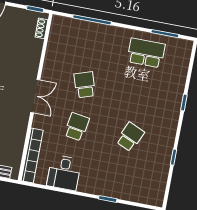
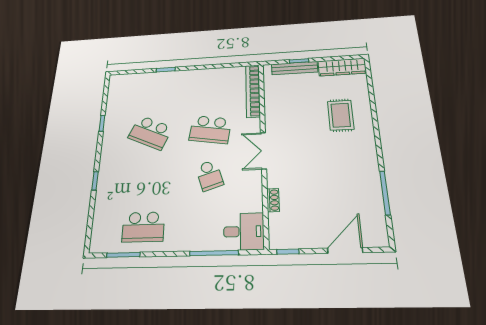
shoe rack: (42, 28) -> (273, 200), moved
school desk: (77, 127) -> (210, 130), width x1.85
school desk: (130, 137) -> (150, 133), width x1.85
desk: (64, 173) -> (244, 231), moved, turned 90

